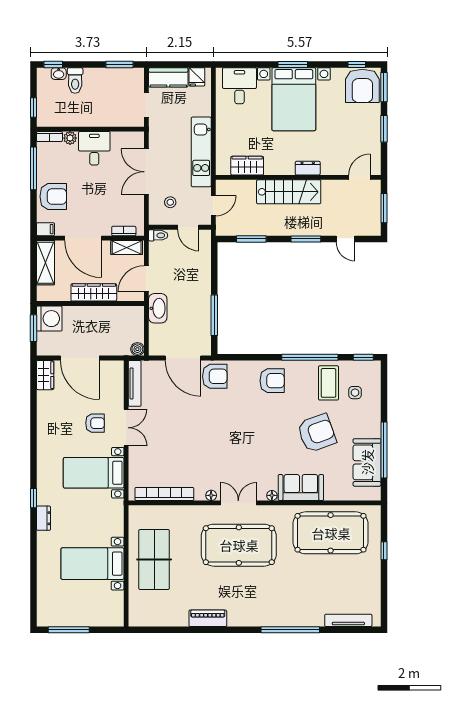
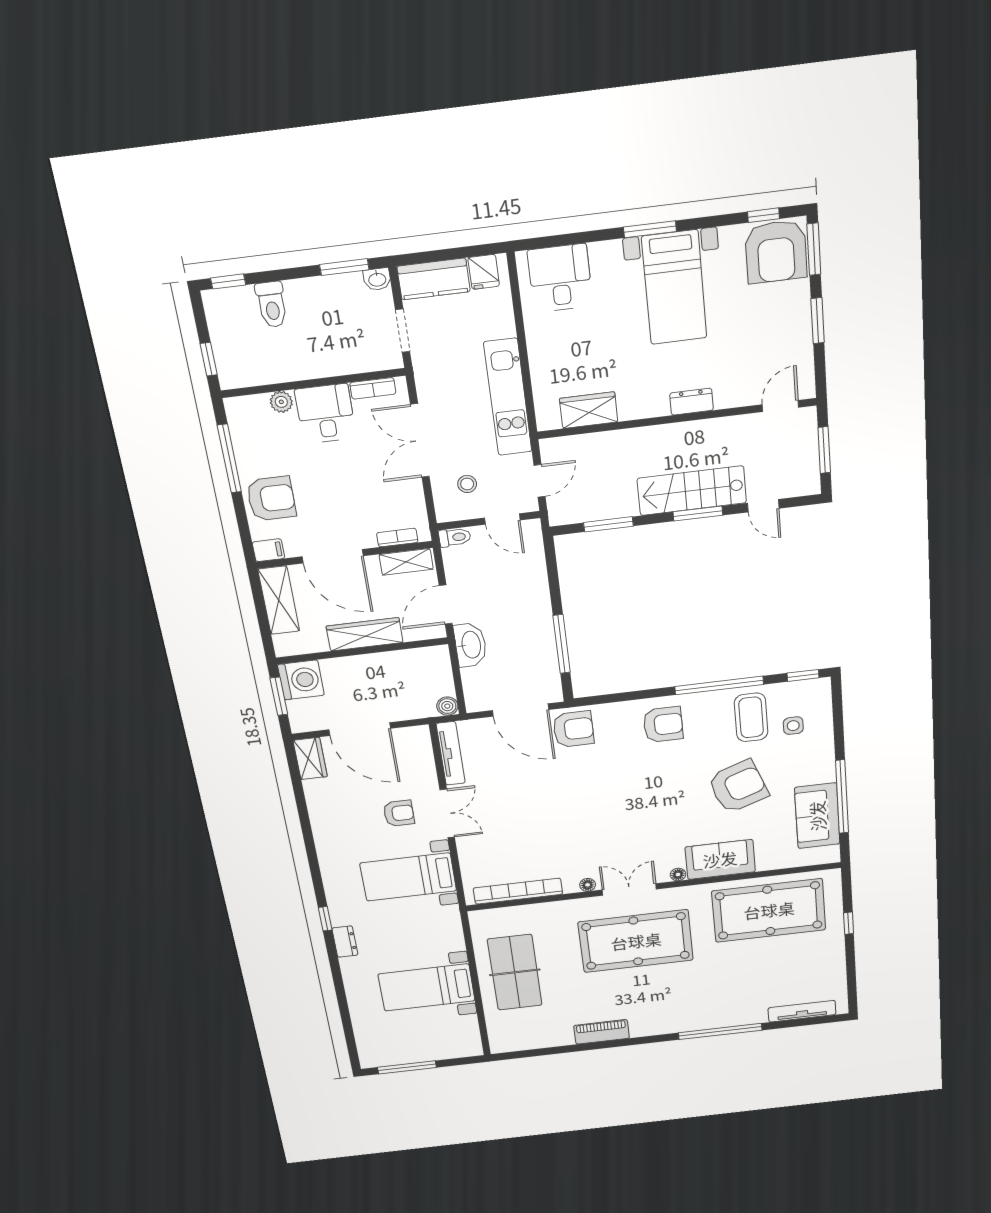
washbasin: (59, 74) -> (377, 279), moved
bed with nightstands: (294, 99) -> (674, 287), width x0.73
bookcase: (49, 137) -> (373, 388), moved
stairs: (289, 192) -> (692, 491), moved, turned 180

